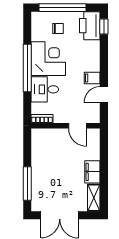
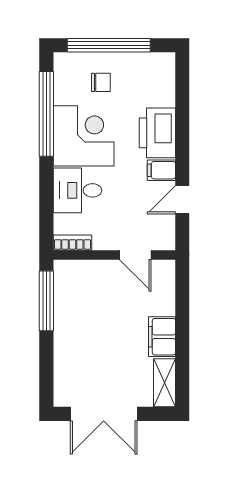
printer: (90, 26) -> (157, 133), moved
window: (104, 27) -> (182, 79), removed
window: (27, 68) -> (46, 114), moved
window: (27, 183) -> (46, 301), moved

